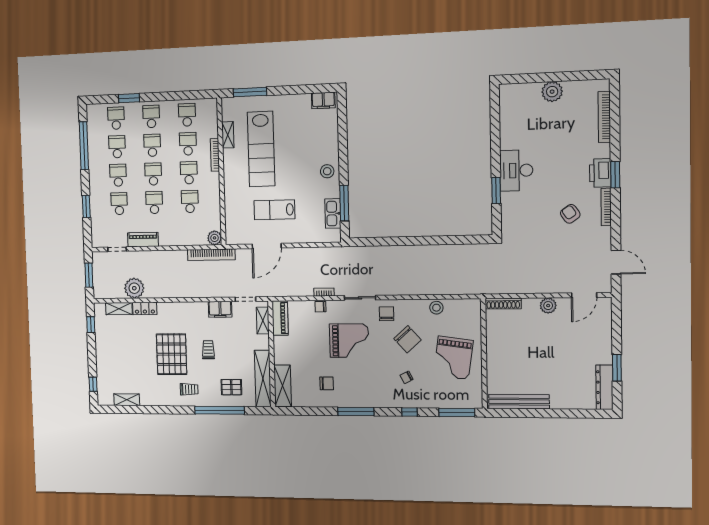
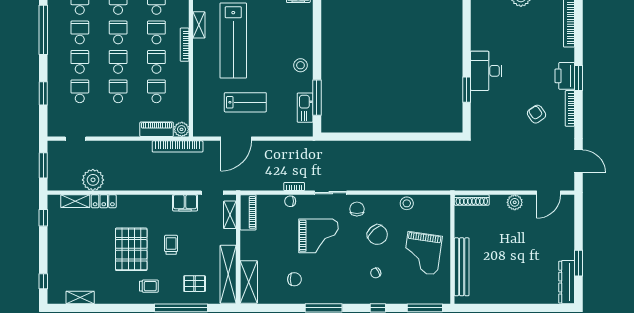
lab bench: (274, 210) -> (245, 102), turned 180
piano: (143, 240) -> (157, 129), moved
bench: (519, 402) -> (462, 267), moved, turned 90

